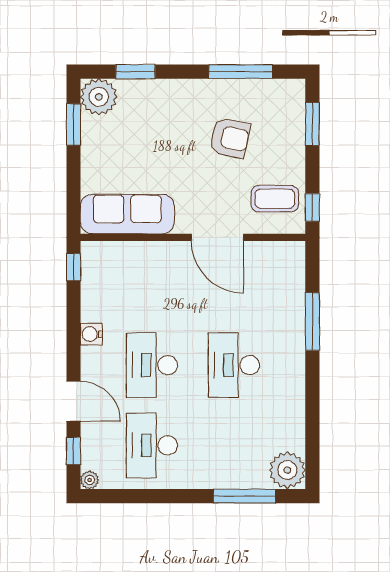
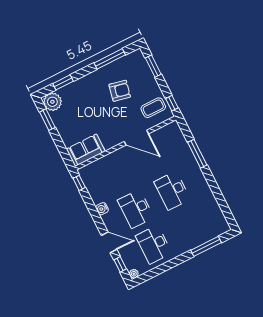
sofa: (127, 214) -> (86, 150), width x0.73
plant: (287, 470) -> (219, 225), removed

